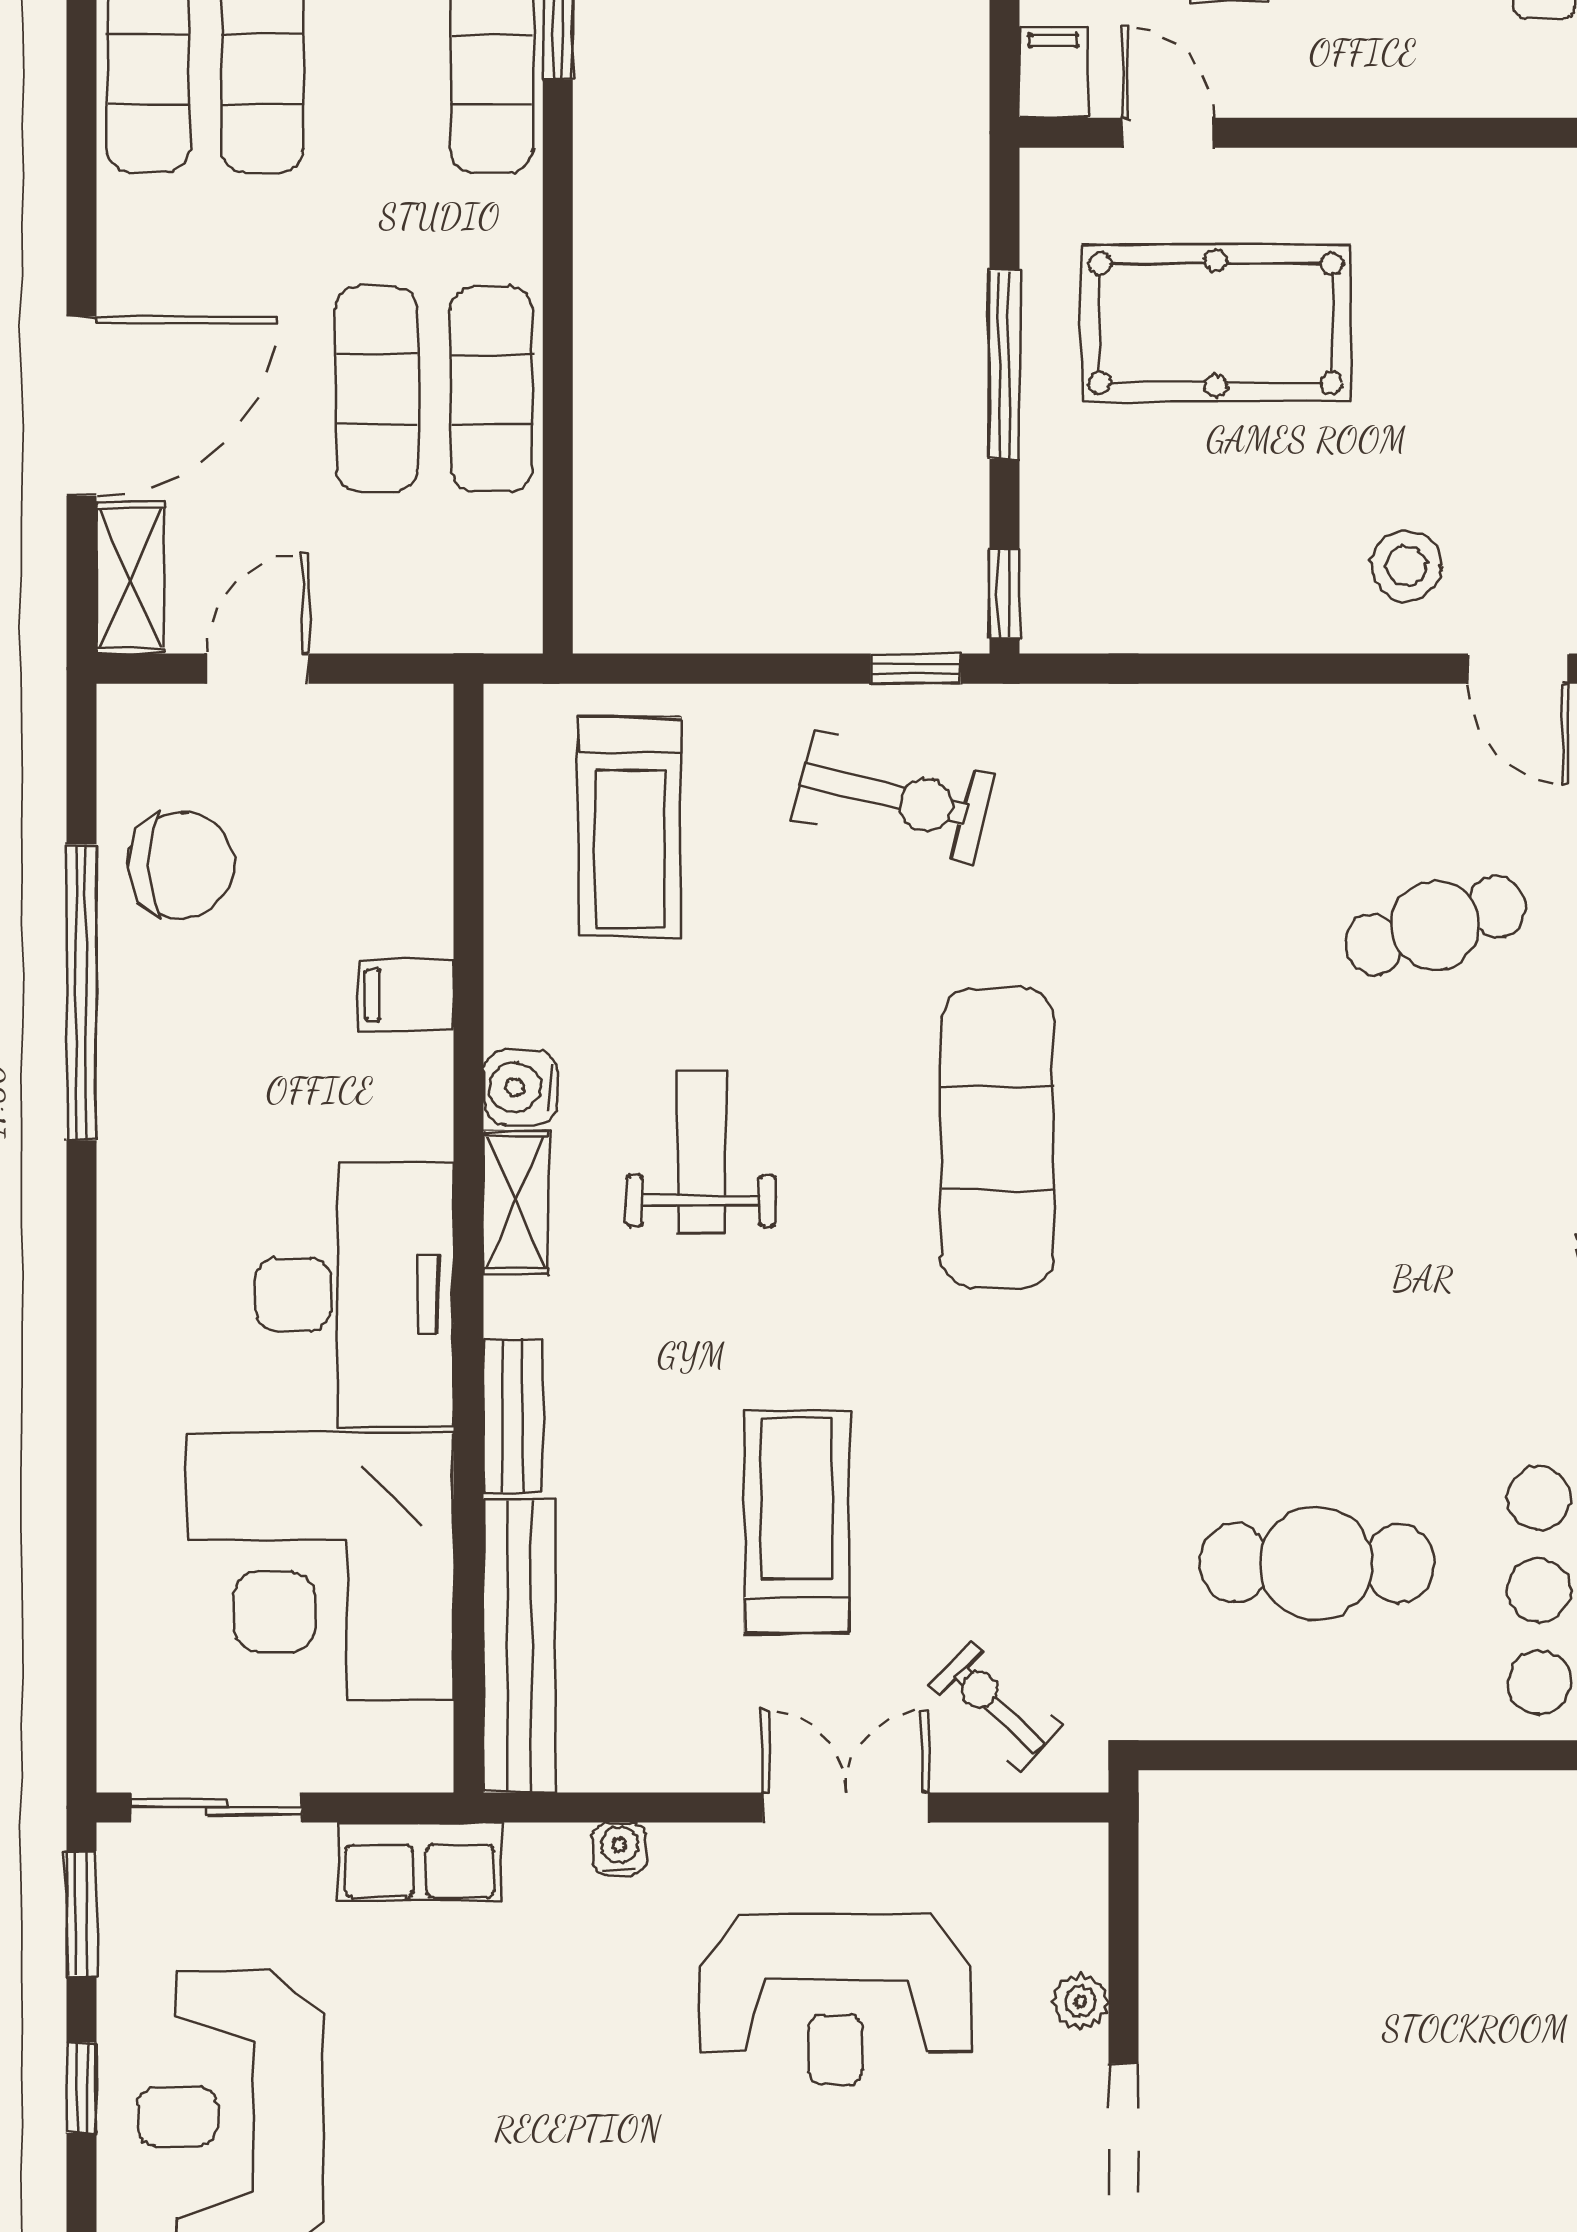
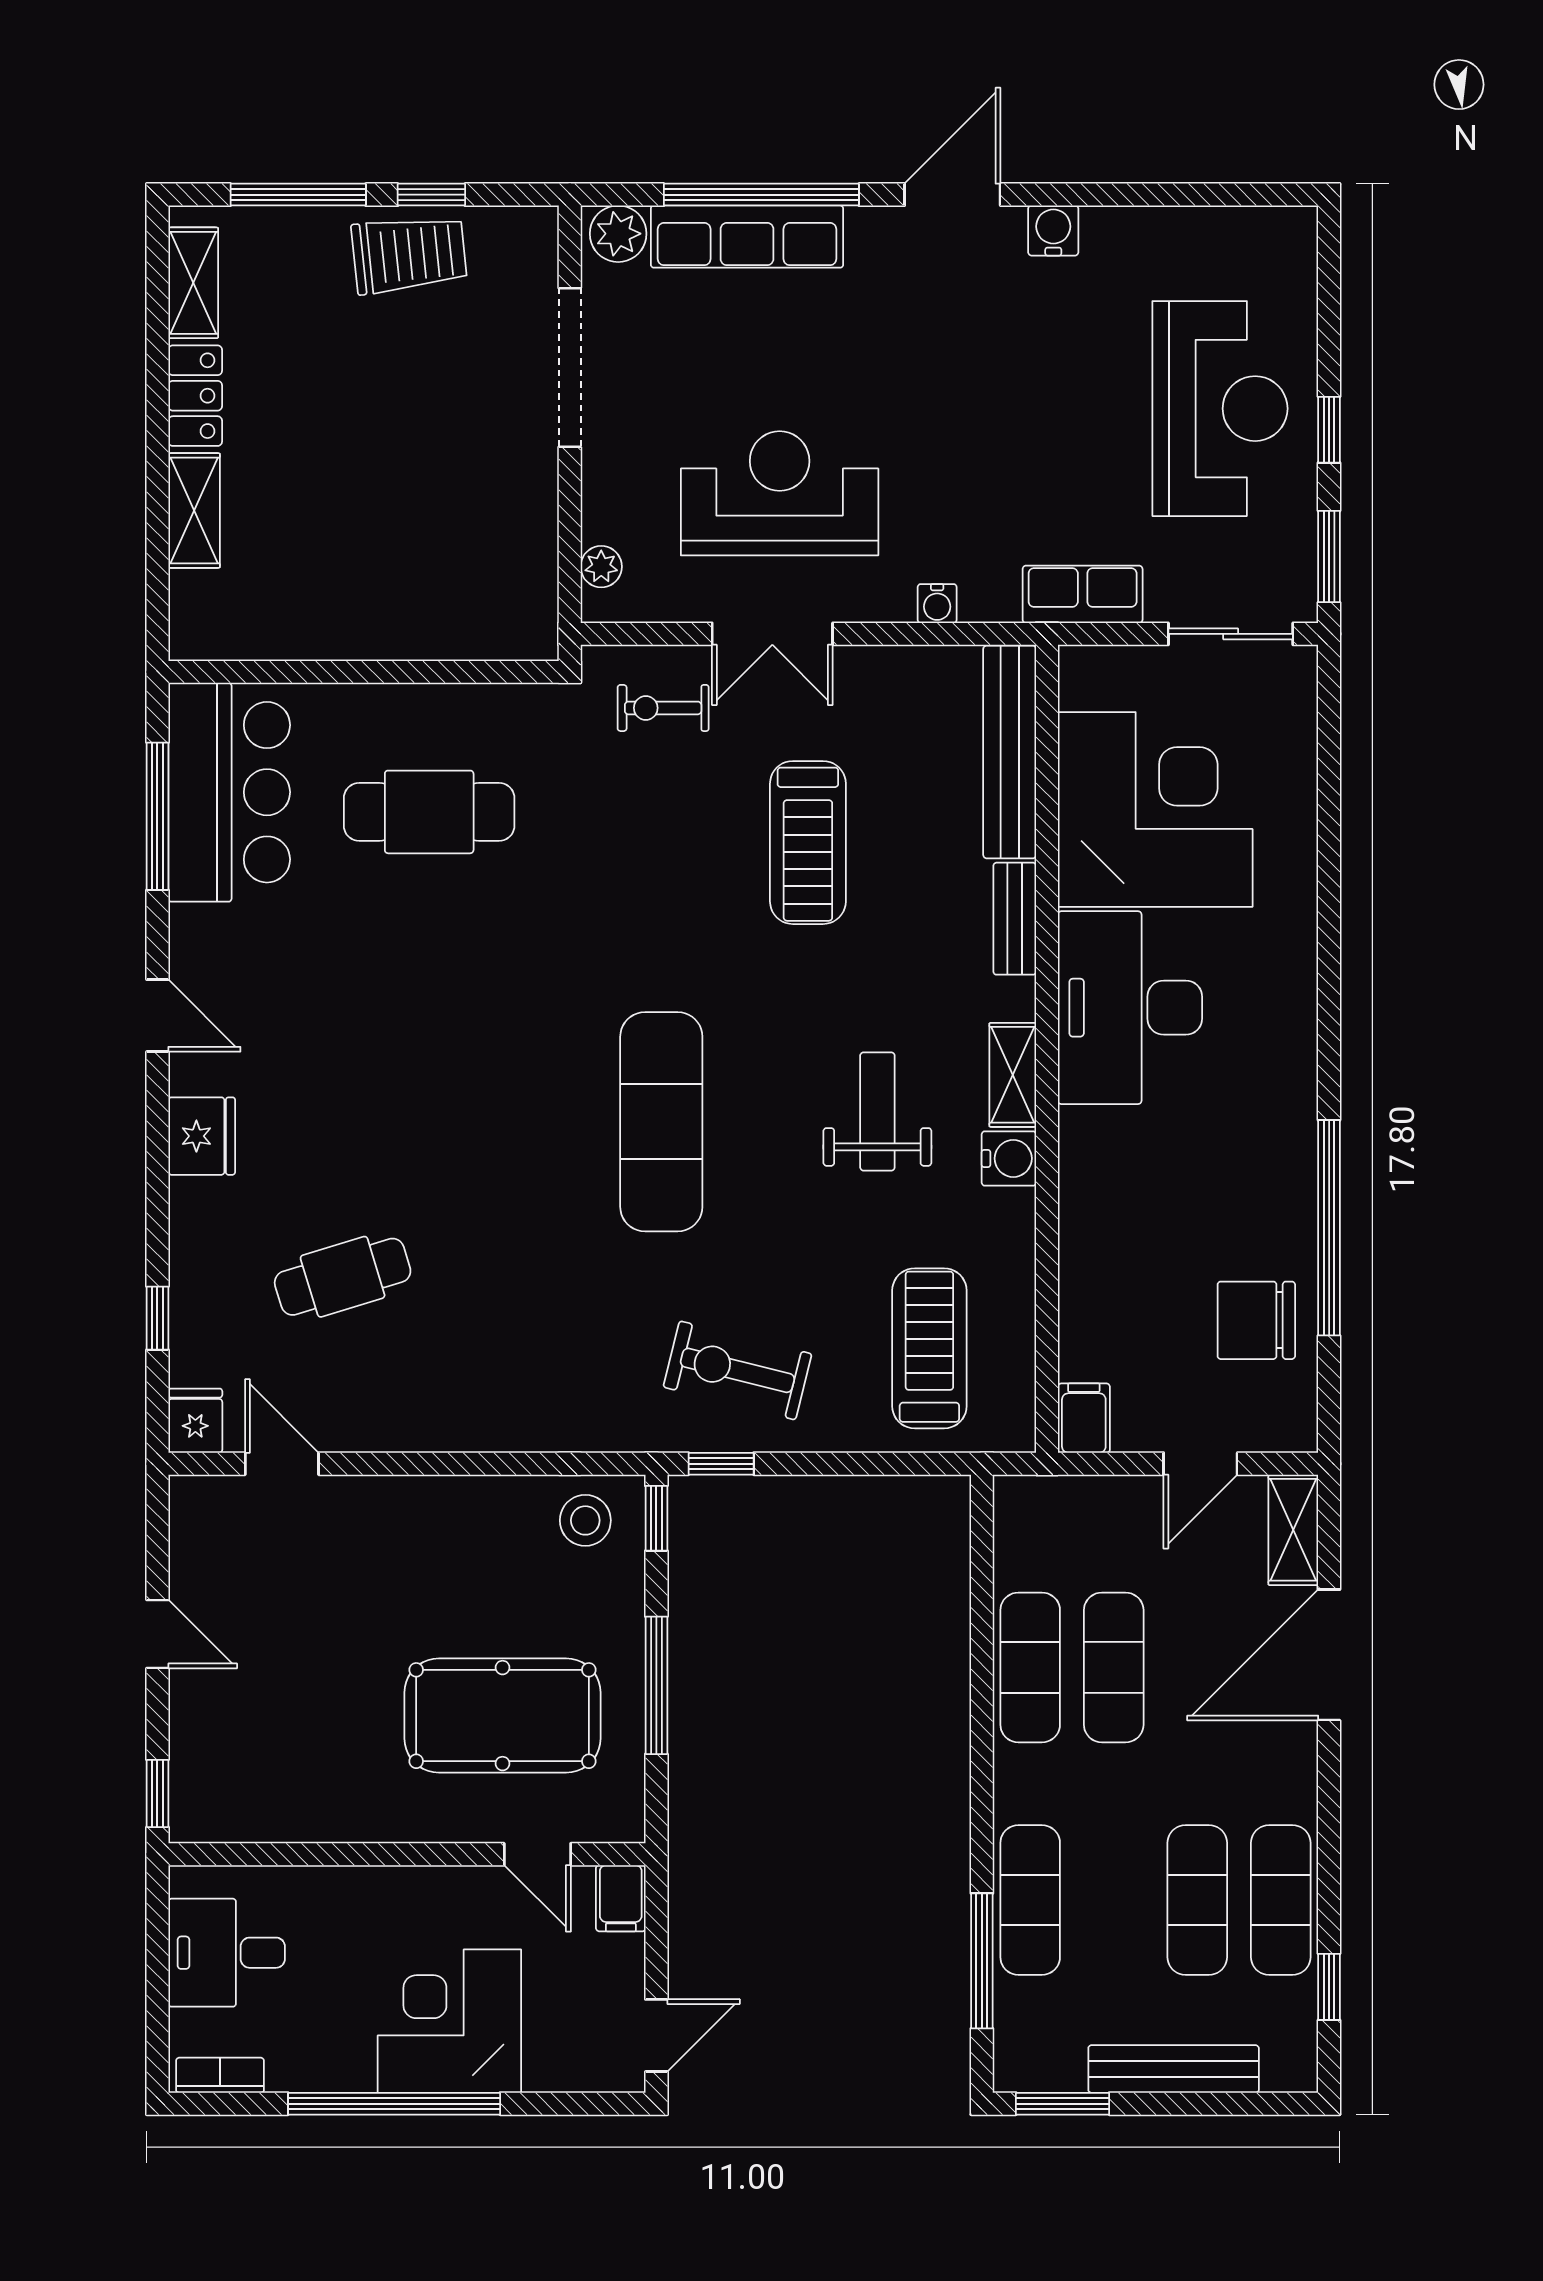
stool: (1406, 566) -> (585, 1520), moved
filing cabinet: (406, 995) -> (1084, 1418), moved, turned -90
weight bench: (701, 1152) -> (877, 1111), turned 180
exercise bike: (995, 1706) -> (663, 708), turned 136
plant: (1080, 2001) -> (601, 567), moved

